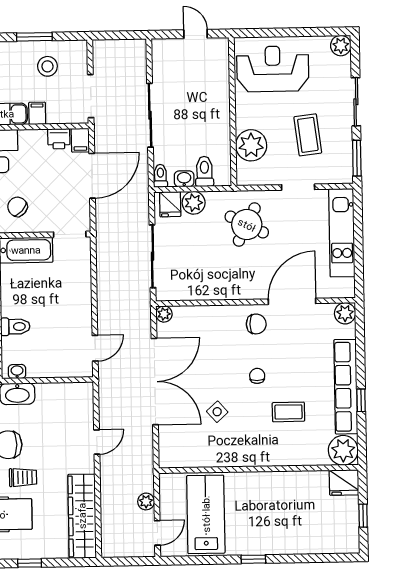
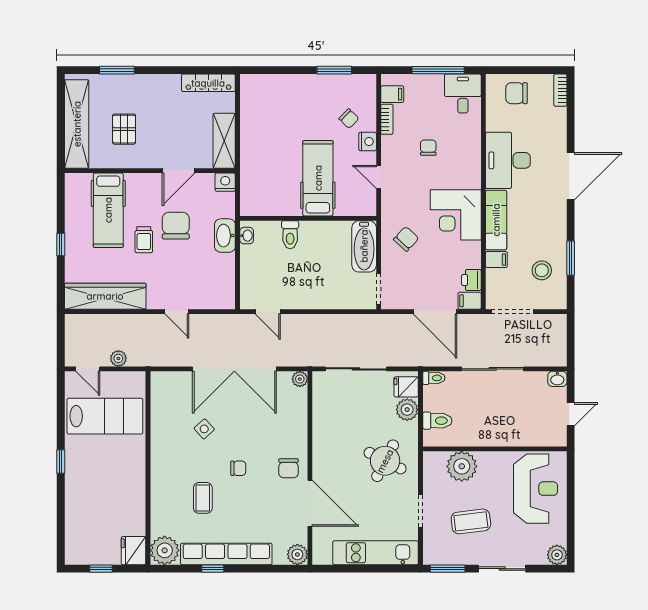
washbasin: (184, 179) -> (557, 379), moved, turned 90

